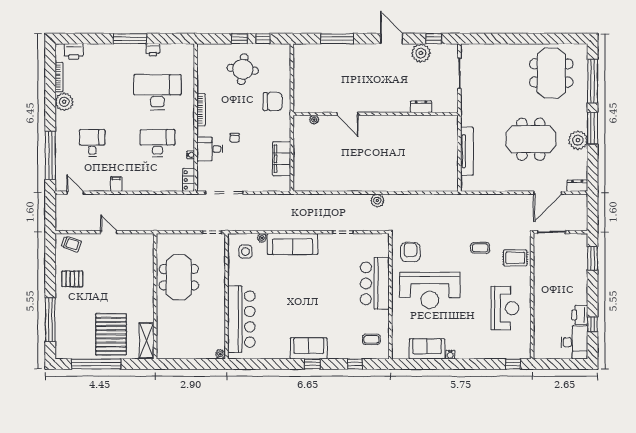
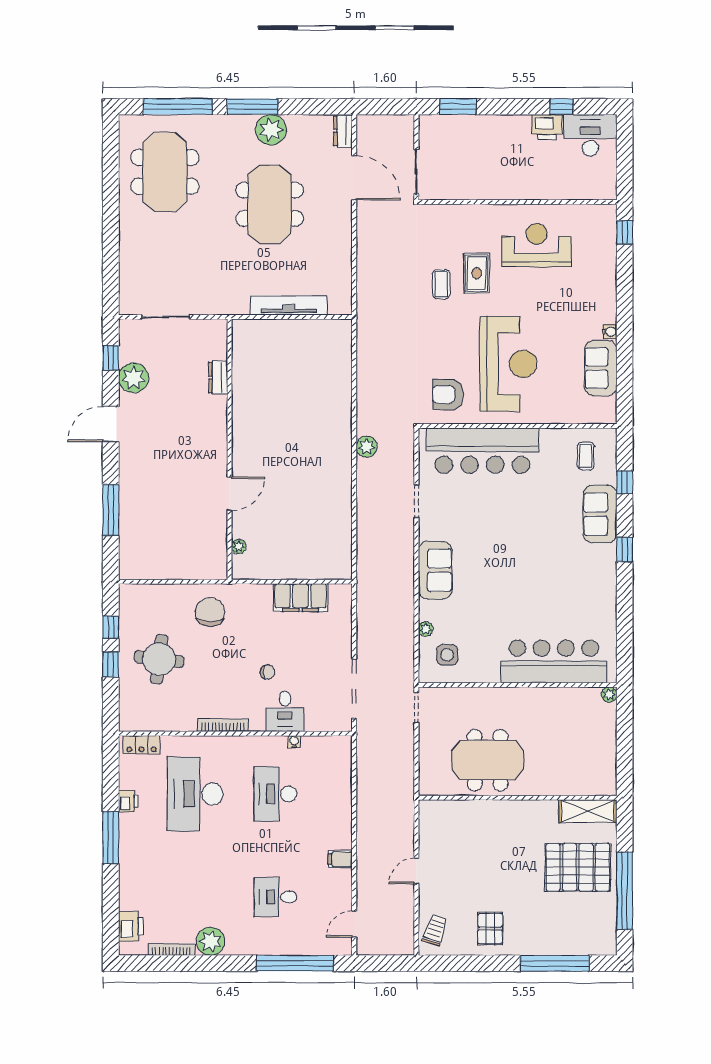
meeting table: (551, 73) -> (165, 172), turned 90
locker: (189, 180) -> (141, 745), moved
sofa: (292, 244) -> (435, 570), width x0.73
rug: (515, 258) -> (477, 273), moved
bar counter: (375, 283) -> (482, 451), width x1.36
sofa: (309, 348) -> (600, 514), moved

